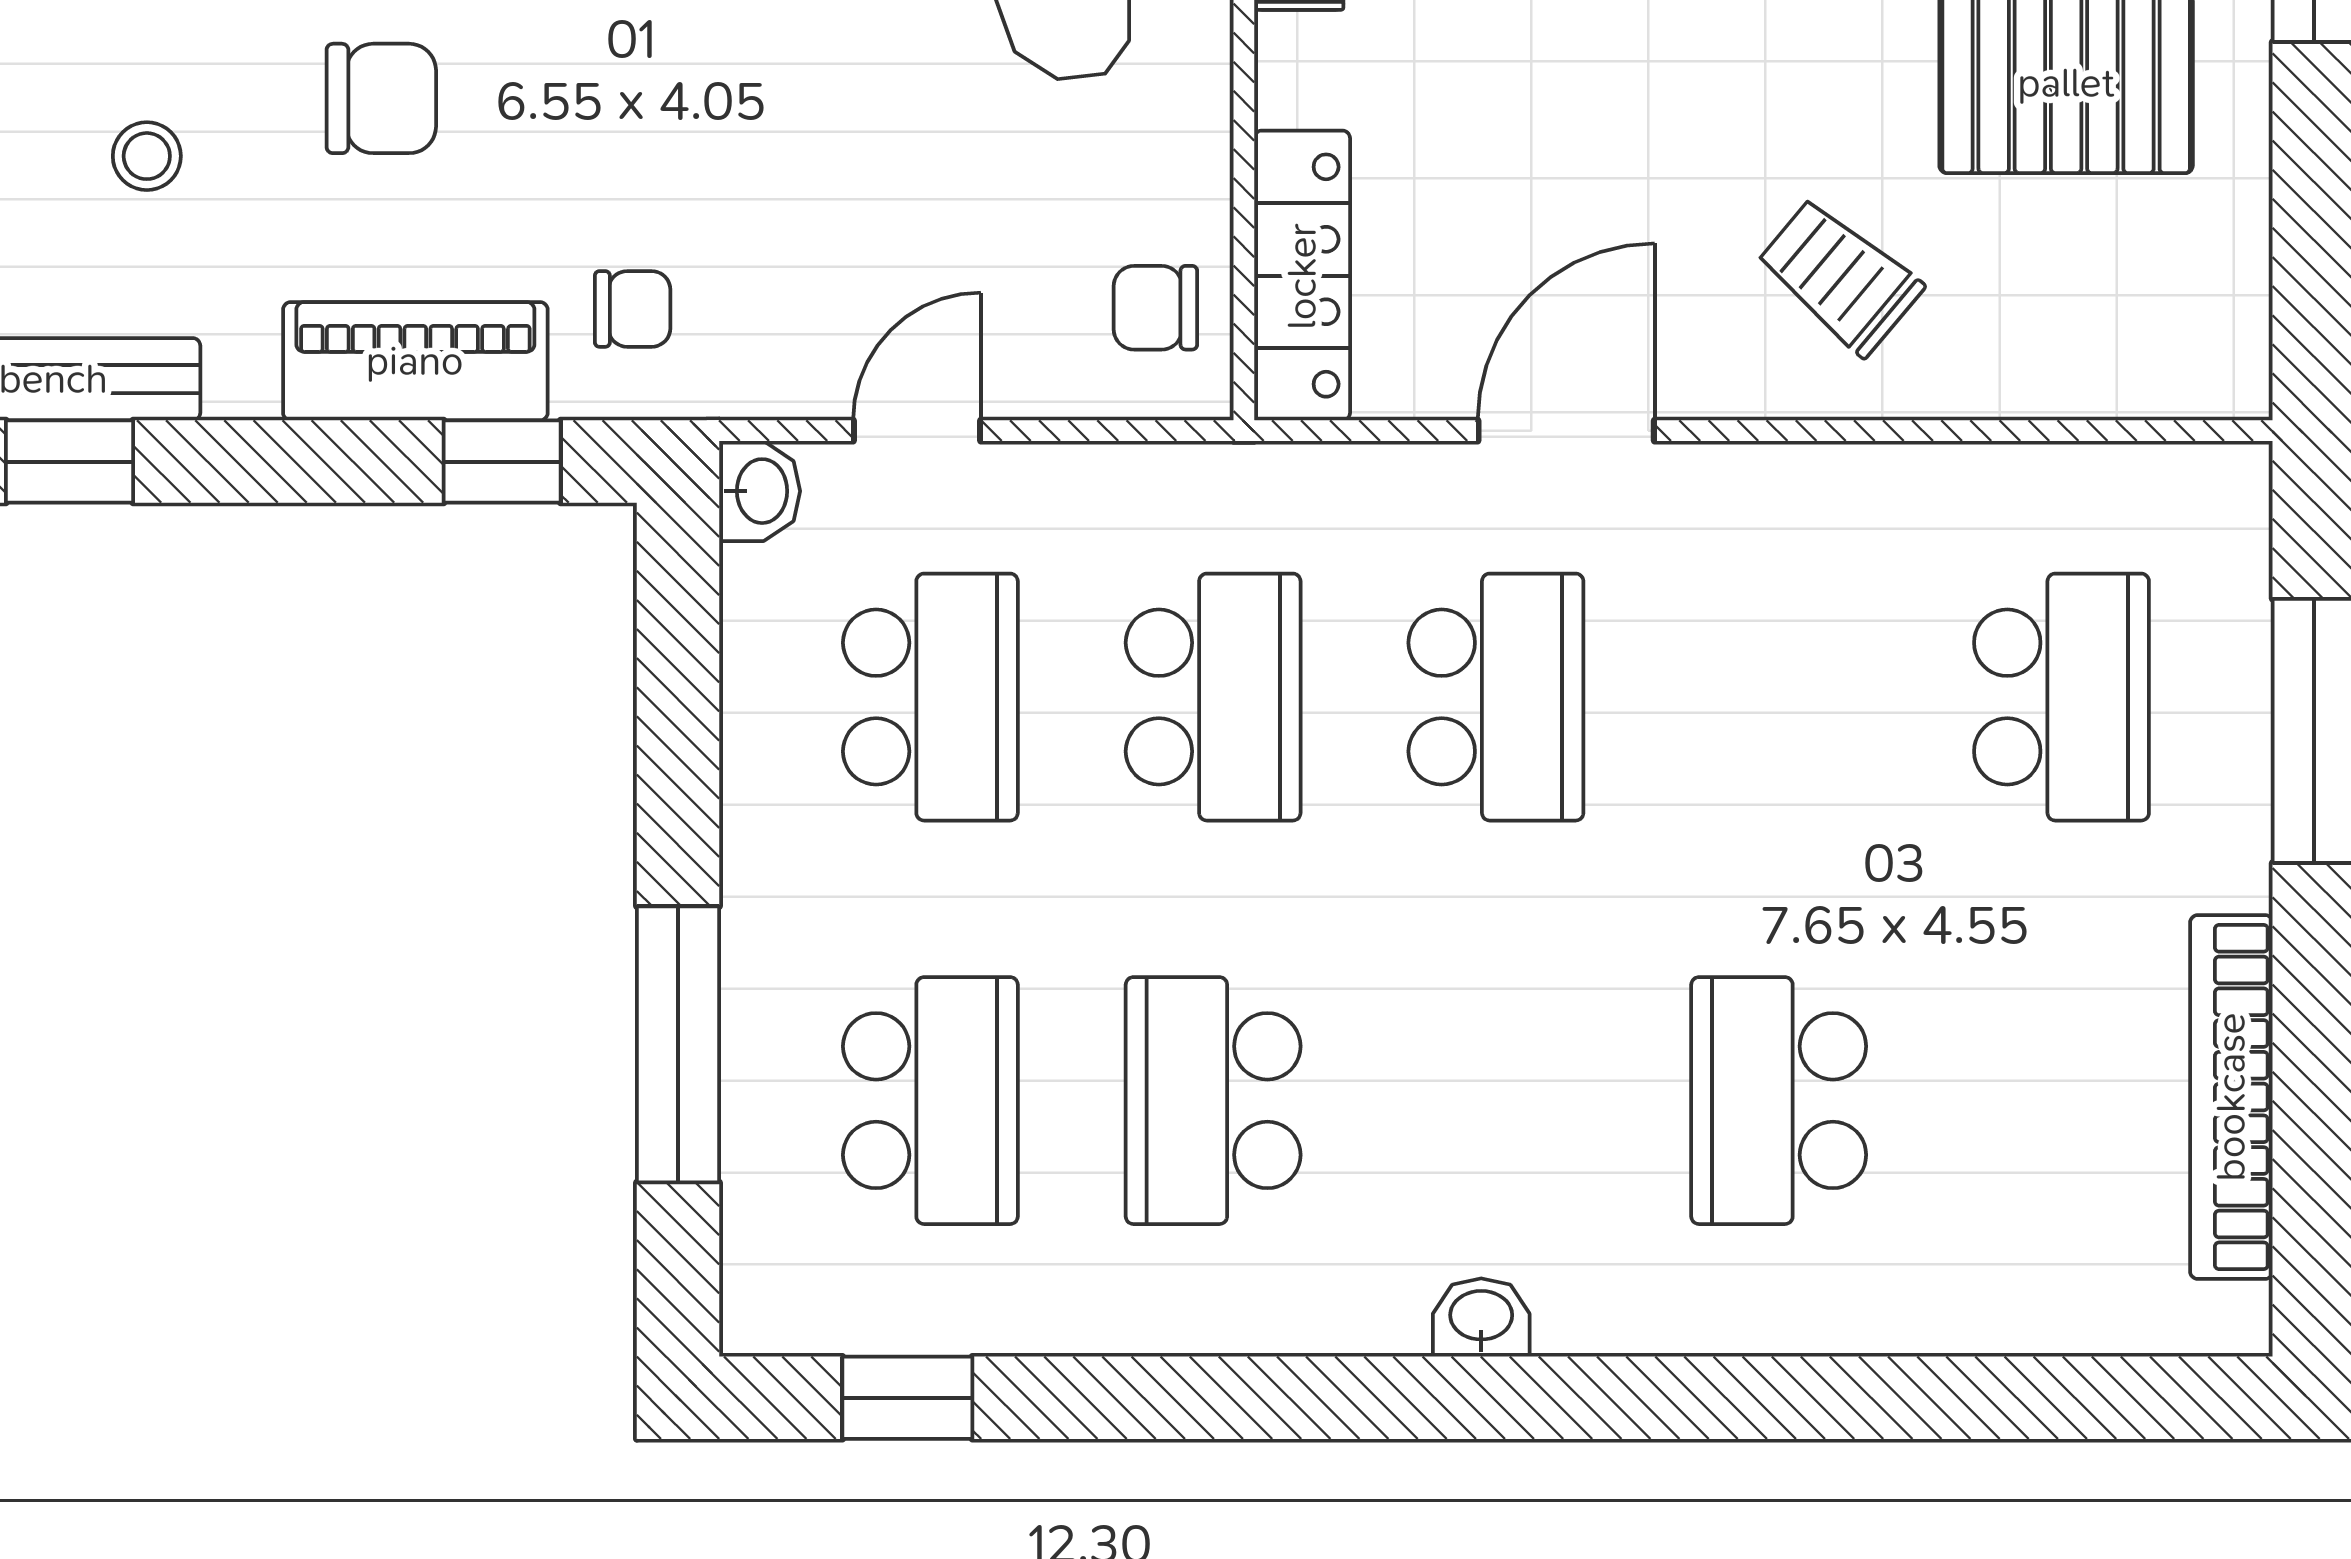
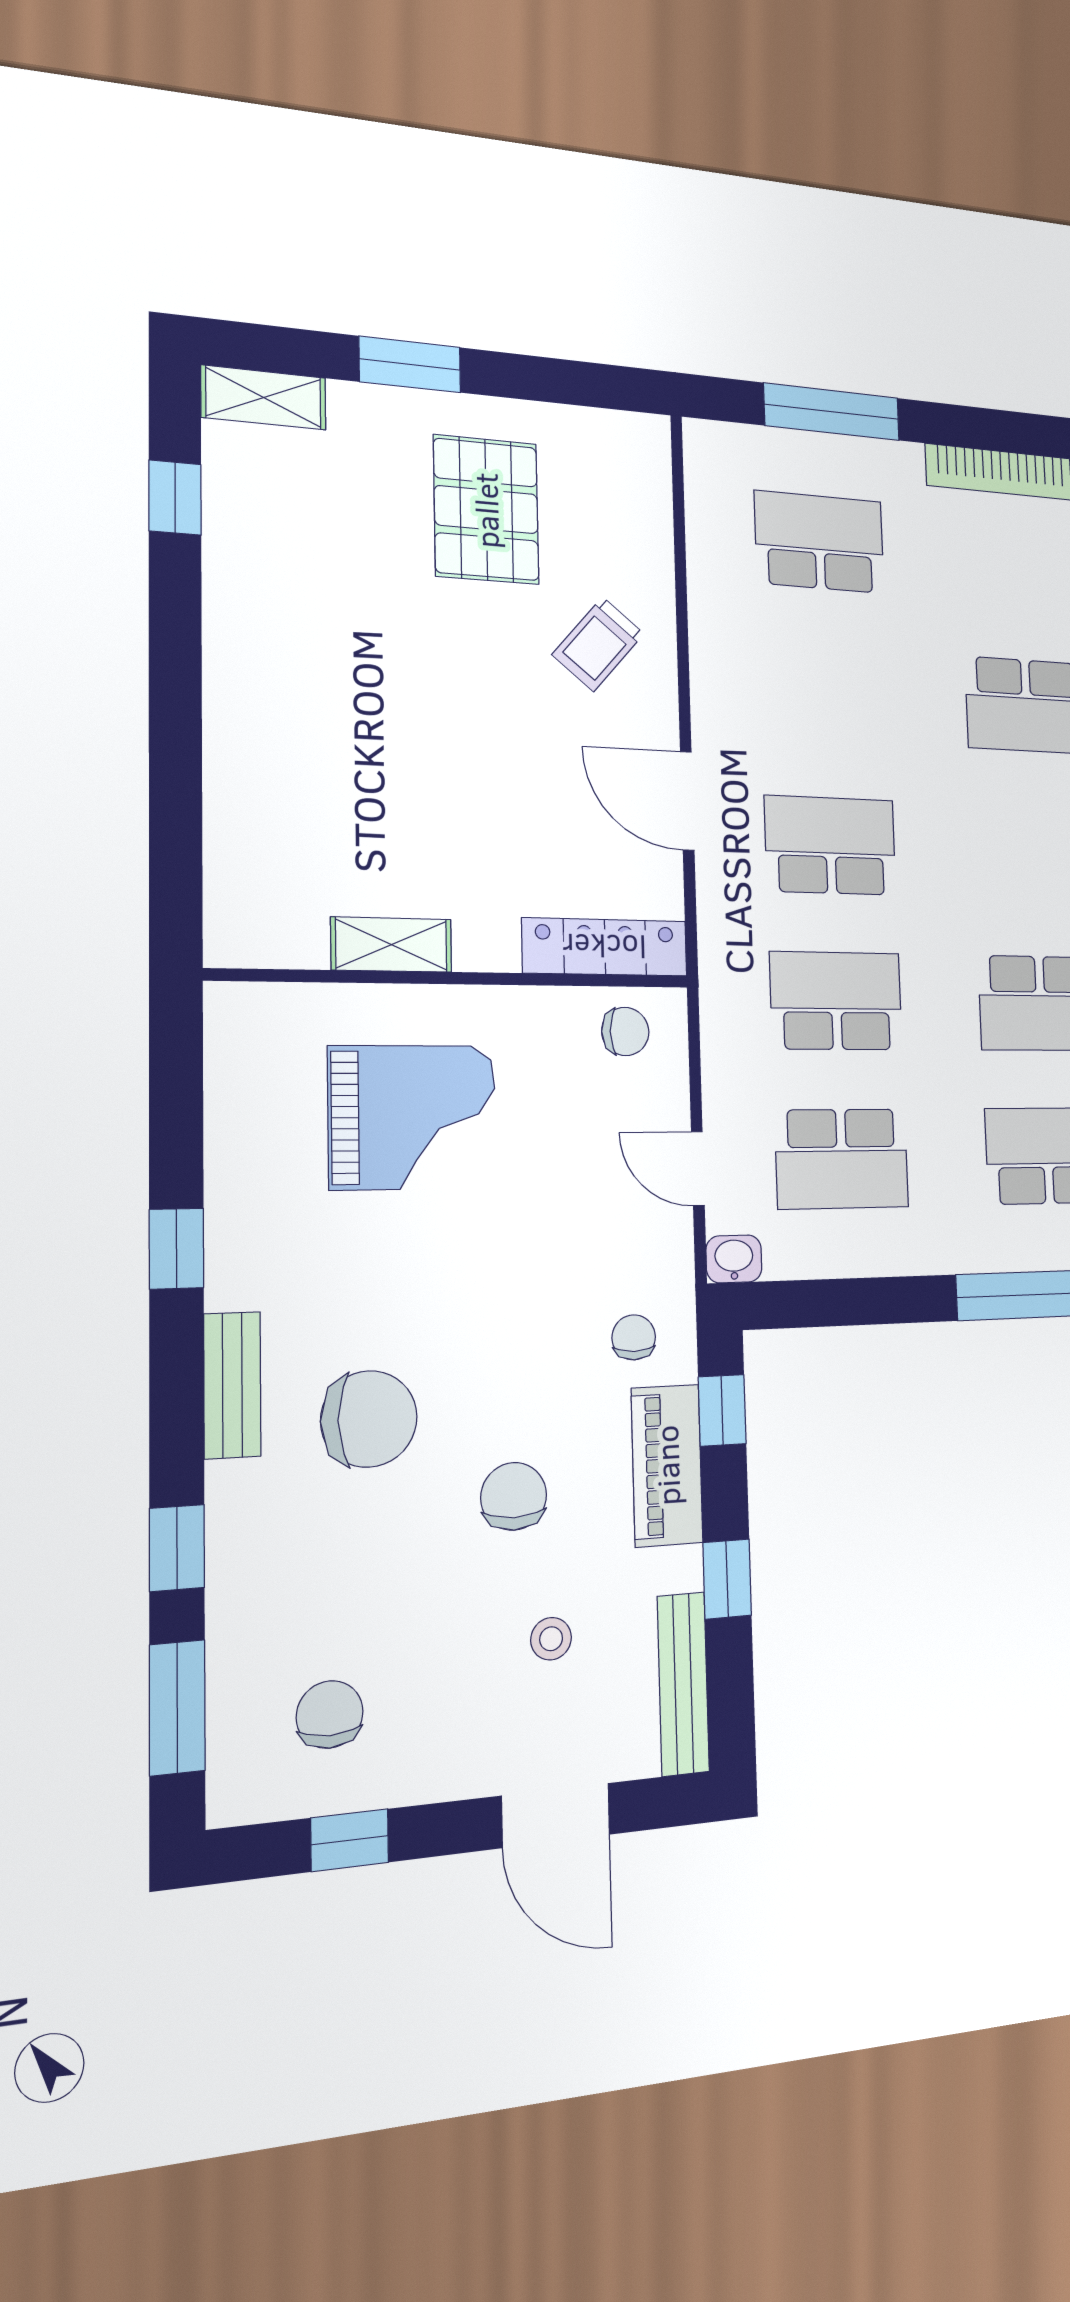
chair: (1155, 308) -> (625, 1031), turned -90
window: (70, 462) -> (727, 1579), moved
school desk: (930, 697) -> (842, 1159), turned 180

